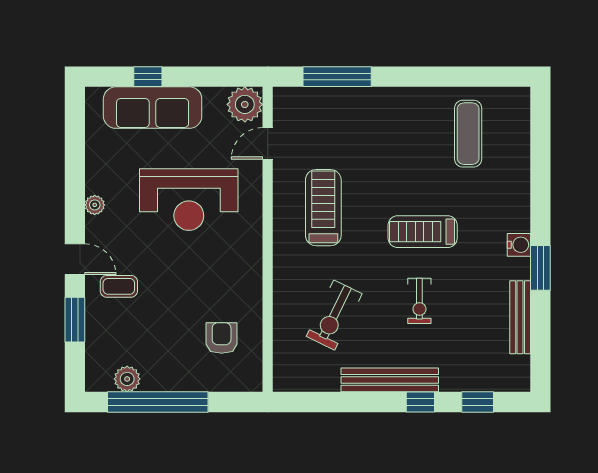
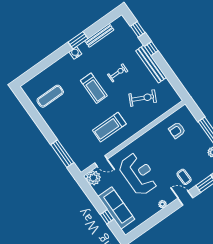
door: (75, 259) -> (185, 198), hinge flipped

